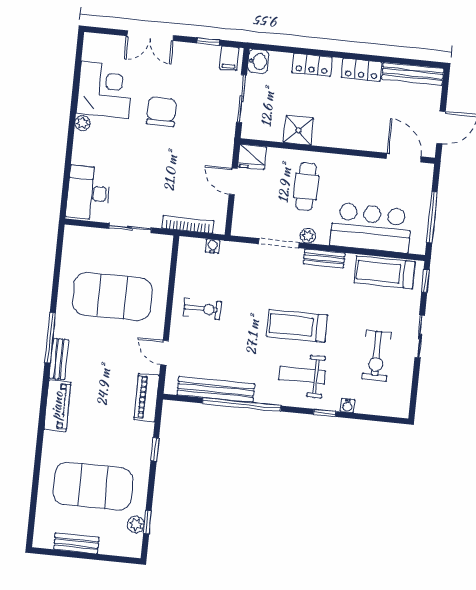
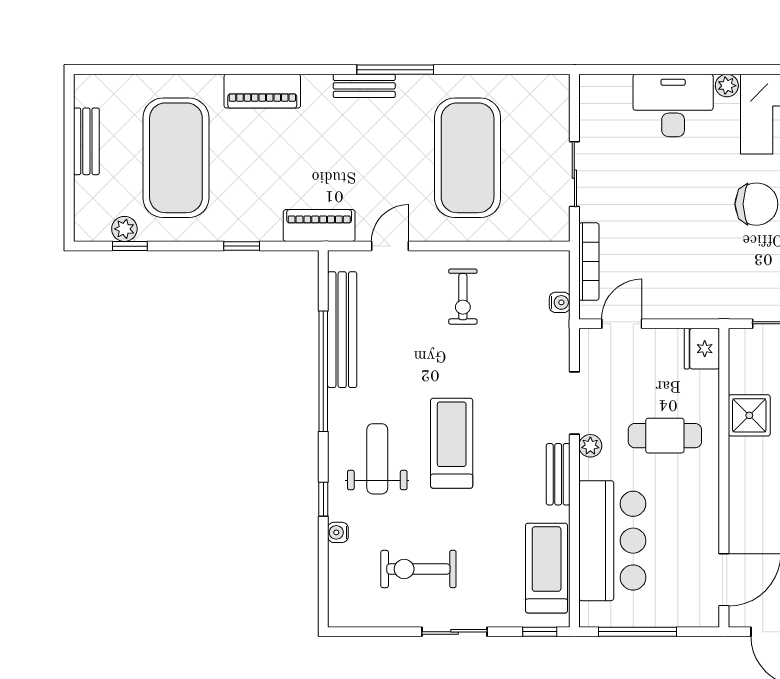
door: (233, 181) -> (622, 324), moved
desk: (88, 193) -> (673, 105), moved
piano: (57, 406) -> (262, 91), moved

